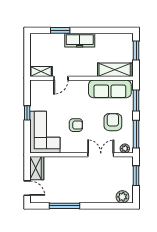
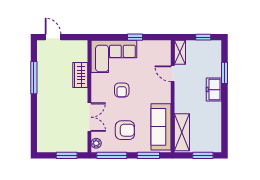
freezer: (80, 40) -> (214, 90), width x0.71
window: (27, 50) -> (203, 37), added
wardrobe: (37, 168) -> (80, 75), moved, turned 90
door: (27, 188) -> (53, 37), swing flipped
plant: (122, 197) -> (44, 141), removed

